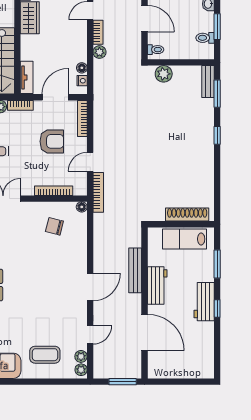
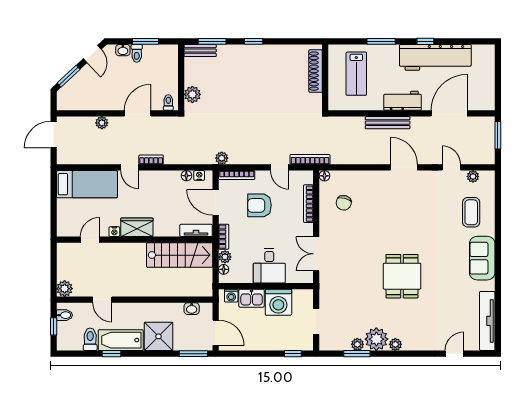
toilet: (205, 38) -> (137, 53), moved
plant: (99, 52) -> (222, 158), moved
armchair: (52, 141) -> (260, 205), turned -90
shoe rack: (187, 215) -> (316, 71), moved
wall: (181, 224) -> (325, 77), moved
workbench: (204, 302) -> (435, 57), width x1.88, depth x1.32
plant: (81, 370) -> (486, 176), removed

